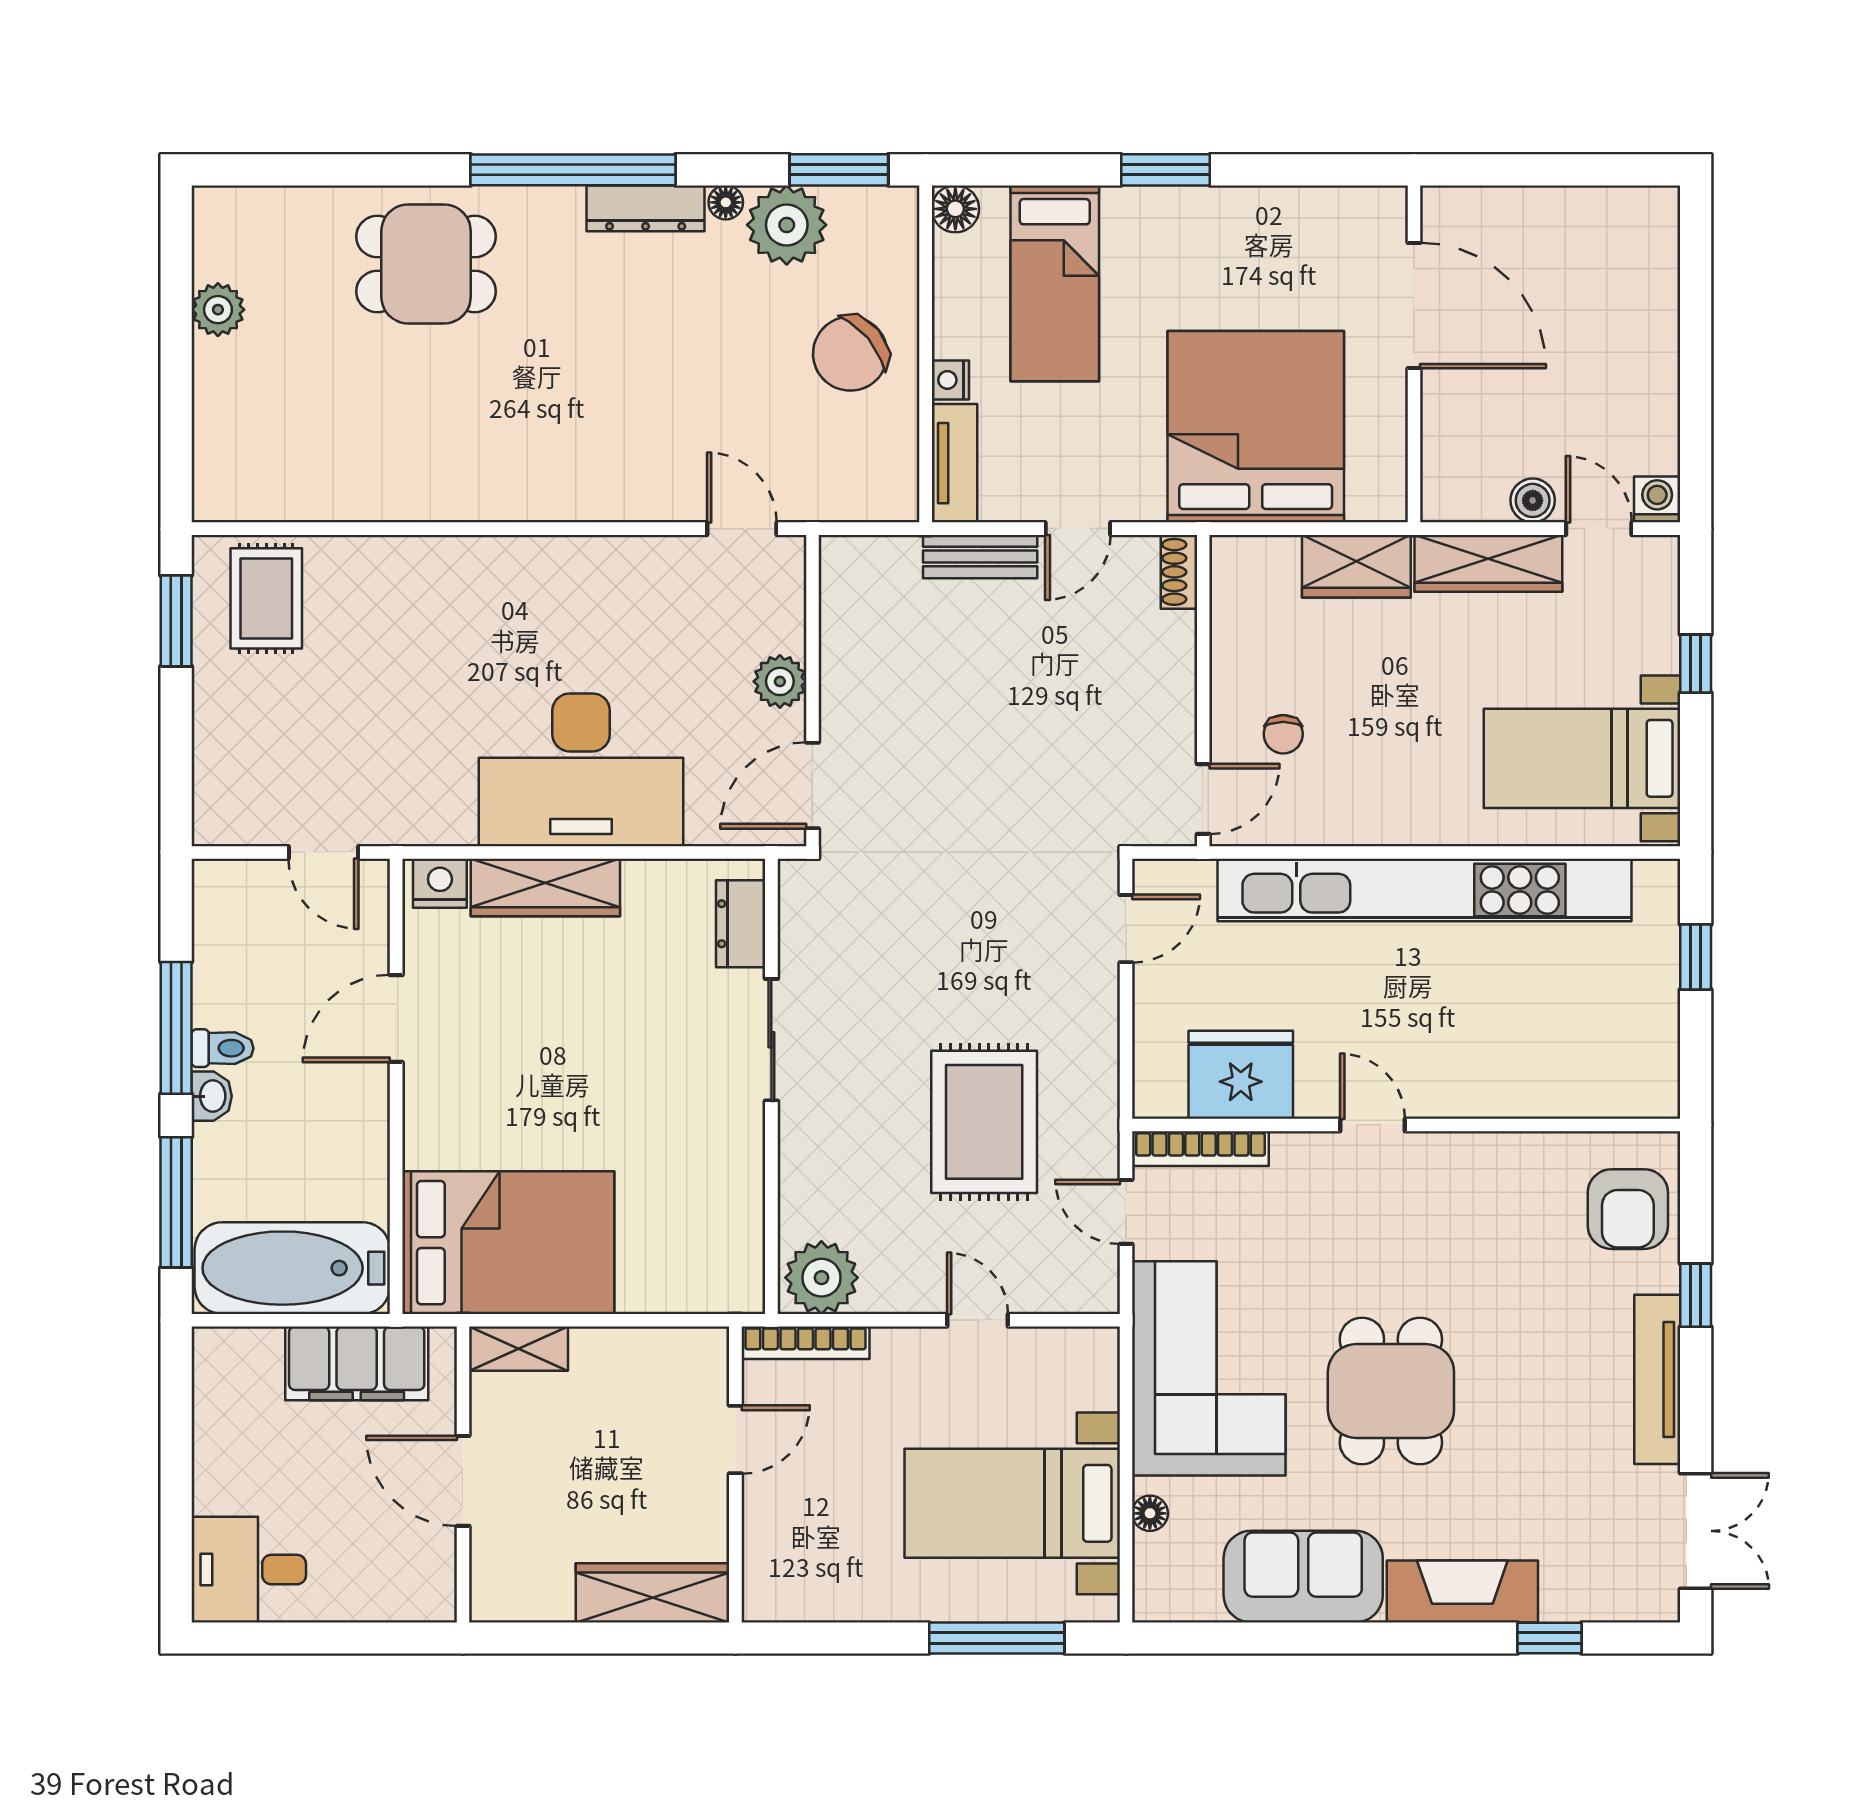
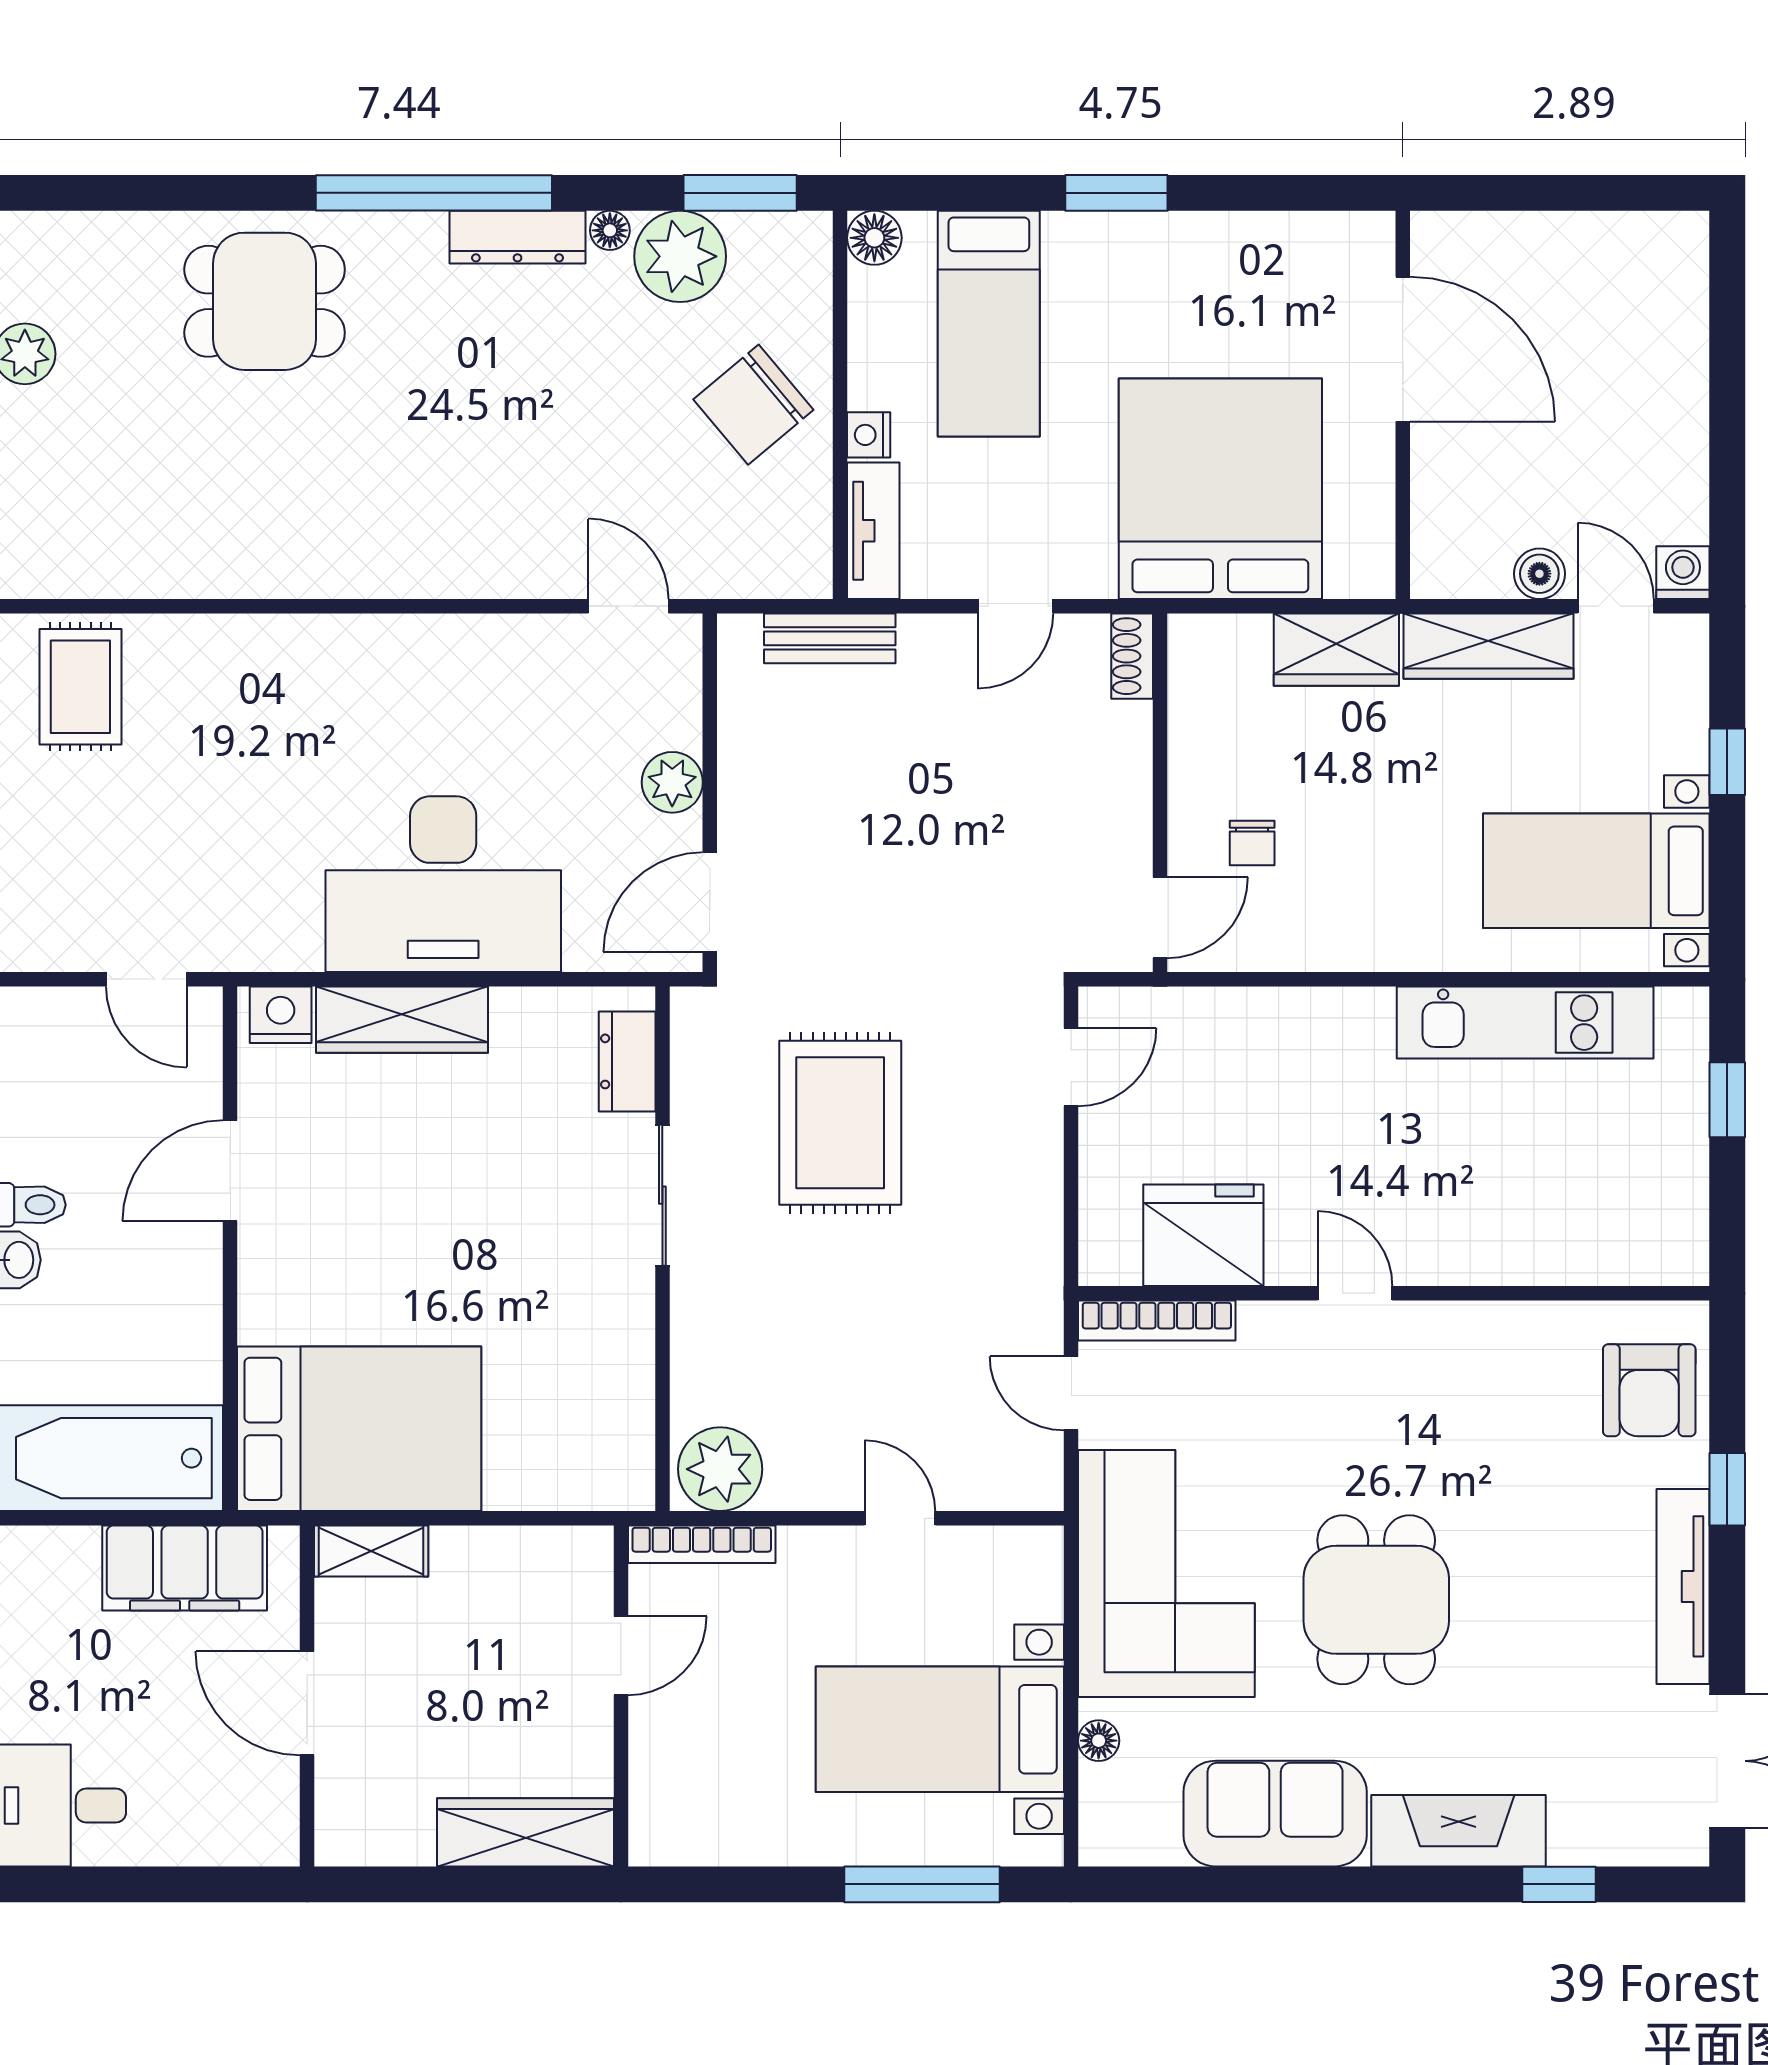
bench: (980, 557) -> (830, 638), moved
kitchen unit: (1425, 890) -> (1525, 1023), width x0.54
rug: (984, 1122) -> (840, 1123), moved

